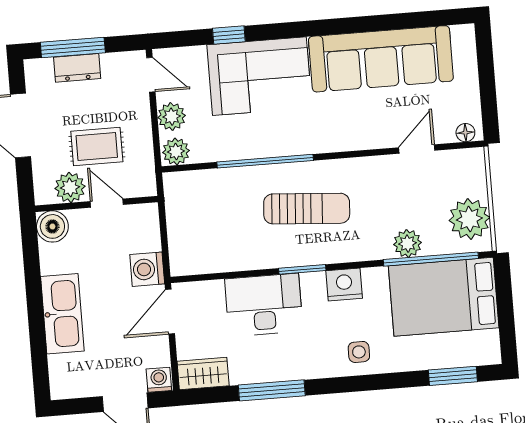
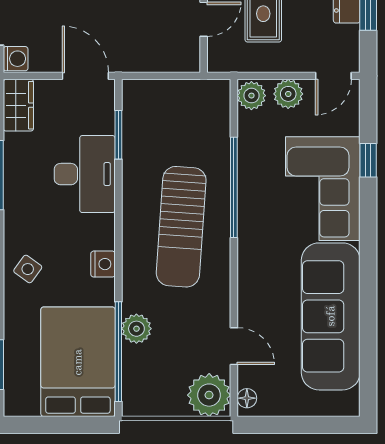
sun lounger: (307, 209) -> (181, 227), width x1.36, depth x1.34
plant: (469, 219) -> (209, 395), moved
washing machine: (147, 269) -> (131, 56), removed
window: (302, 269) -> (118, 135), moved
nightstand: (344, 285) -> (103, 264), width x0.74, depth x0.75
side table: (359, 352) -> (28, 269), turned 36

